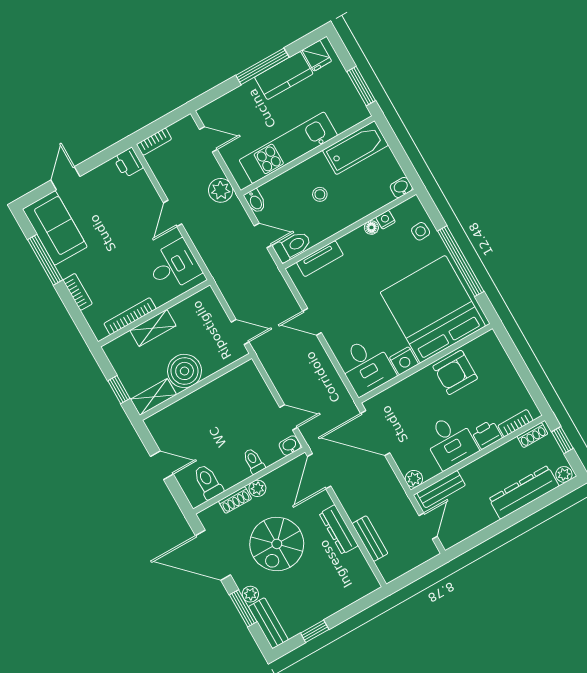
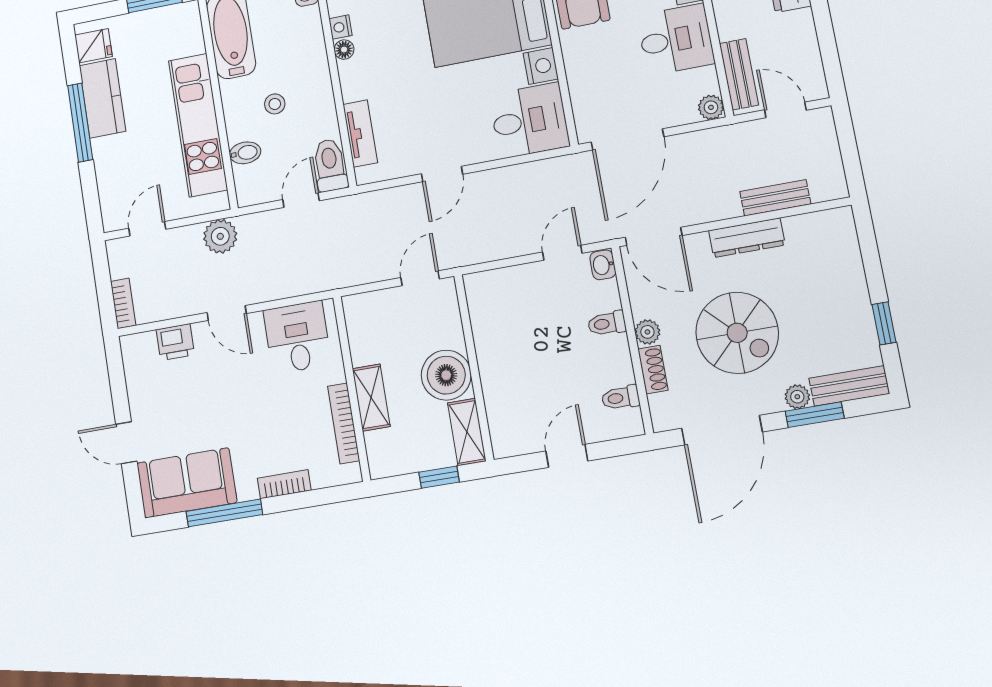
printer: (128, 163) -> (175, 342), moved
bidet: (255, 201) -> (245, 153), moved
toilet: (208, 482) -> (620, 398), width x0.73, depth x0.72

